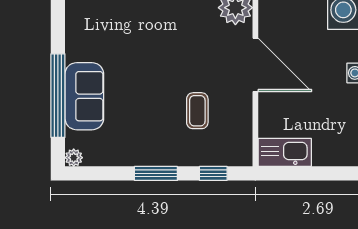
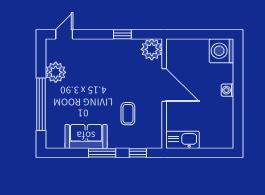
sofa: (84, 96) -> (86, 136), moved, turned -90
plant: (74, 158) -> (56, 72), moved, width x1.88, depth x1.88

